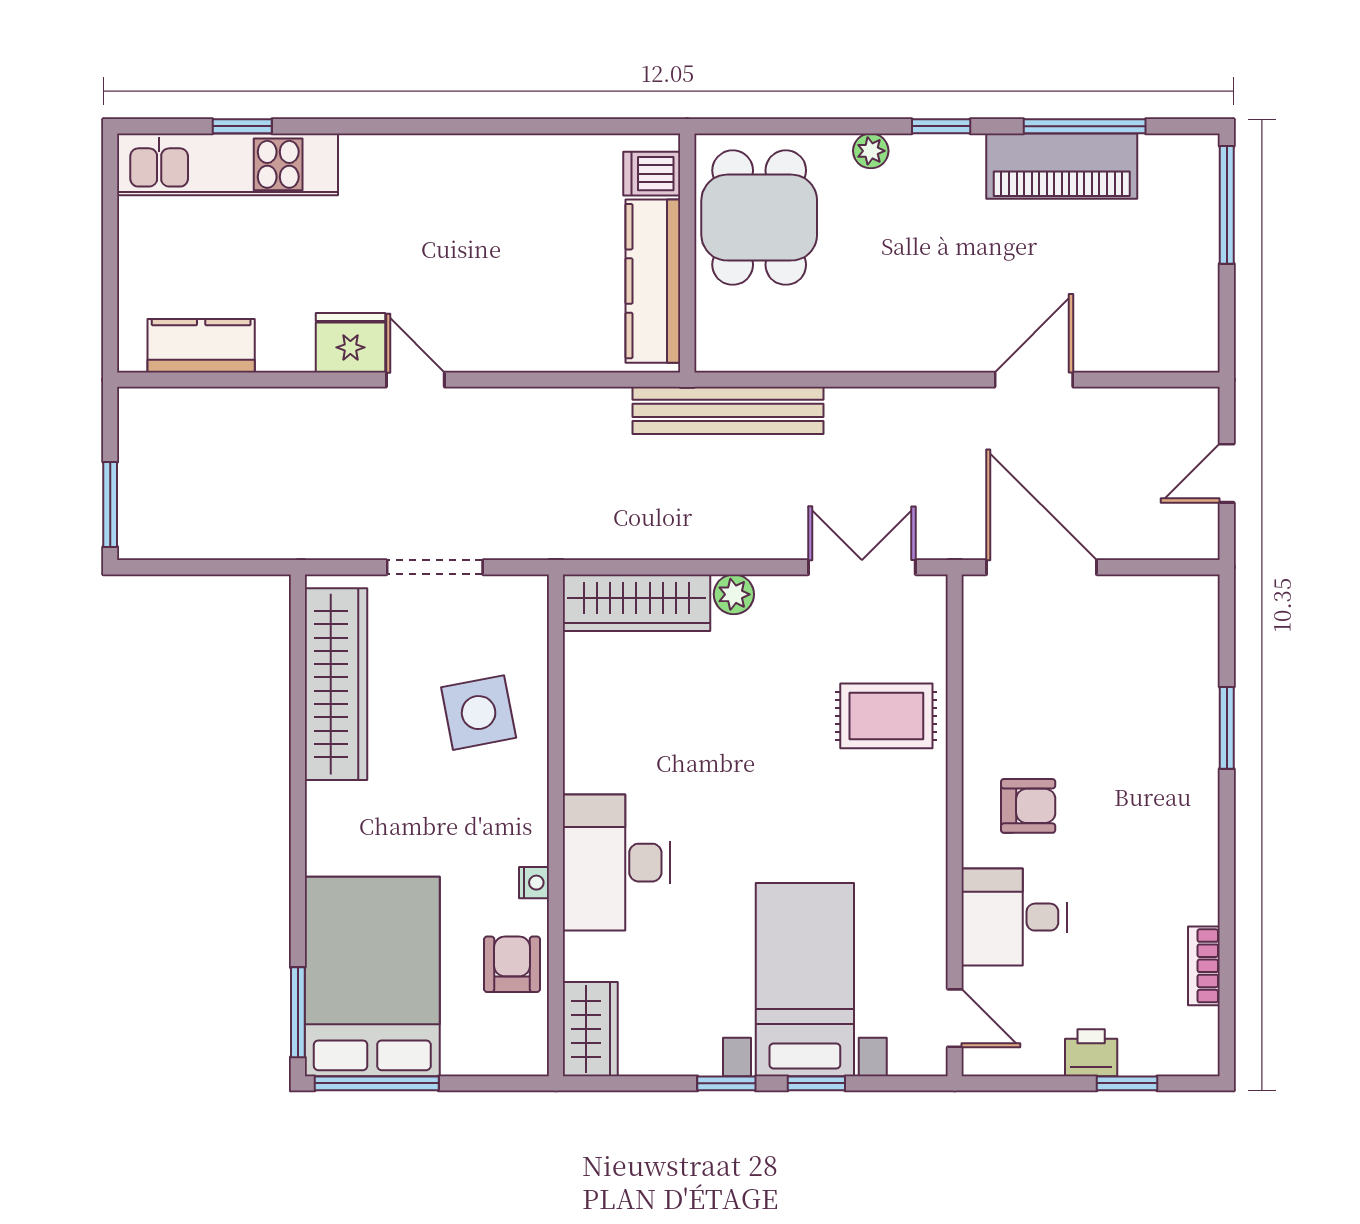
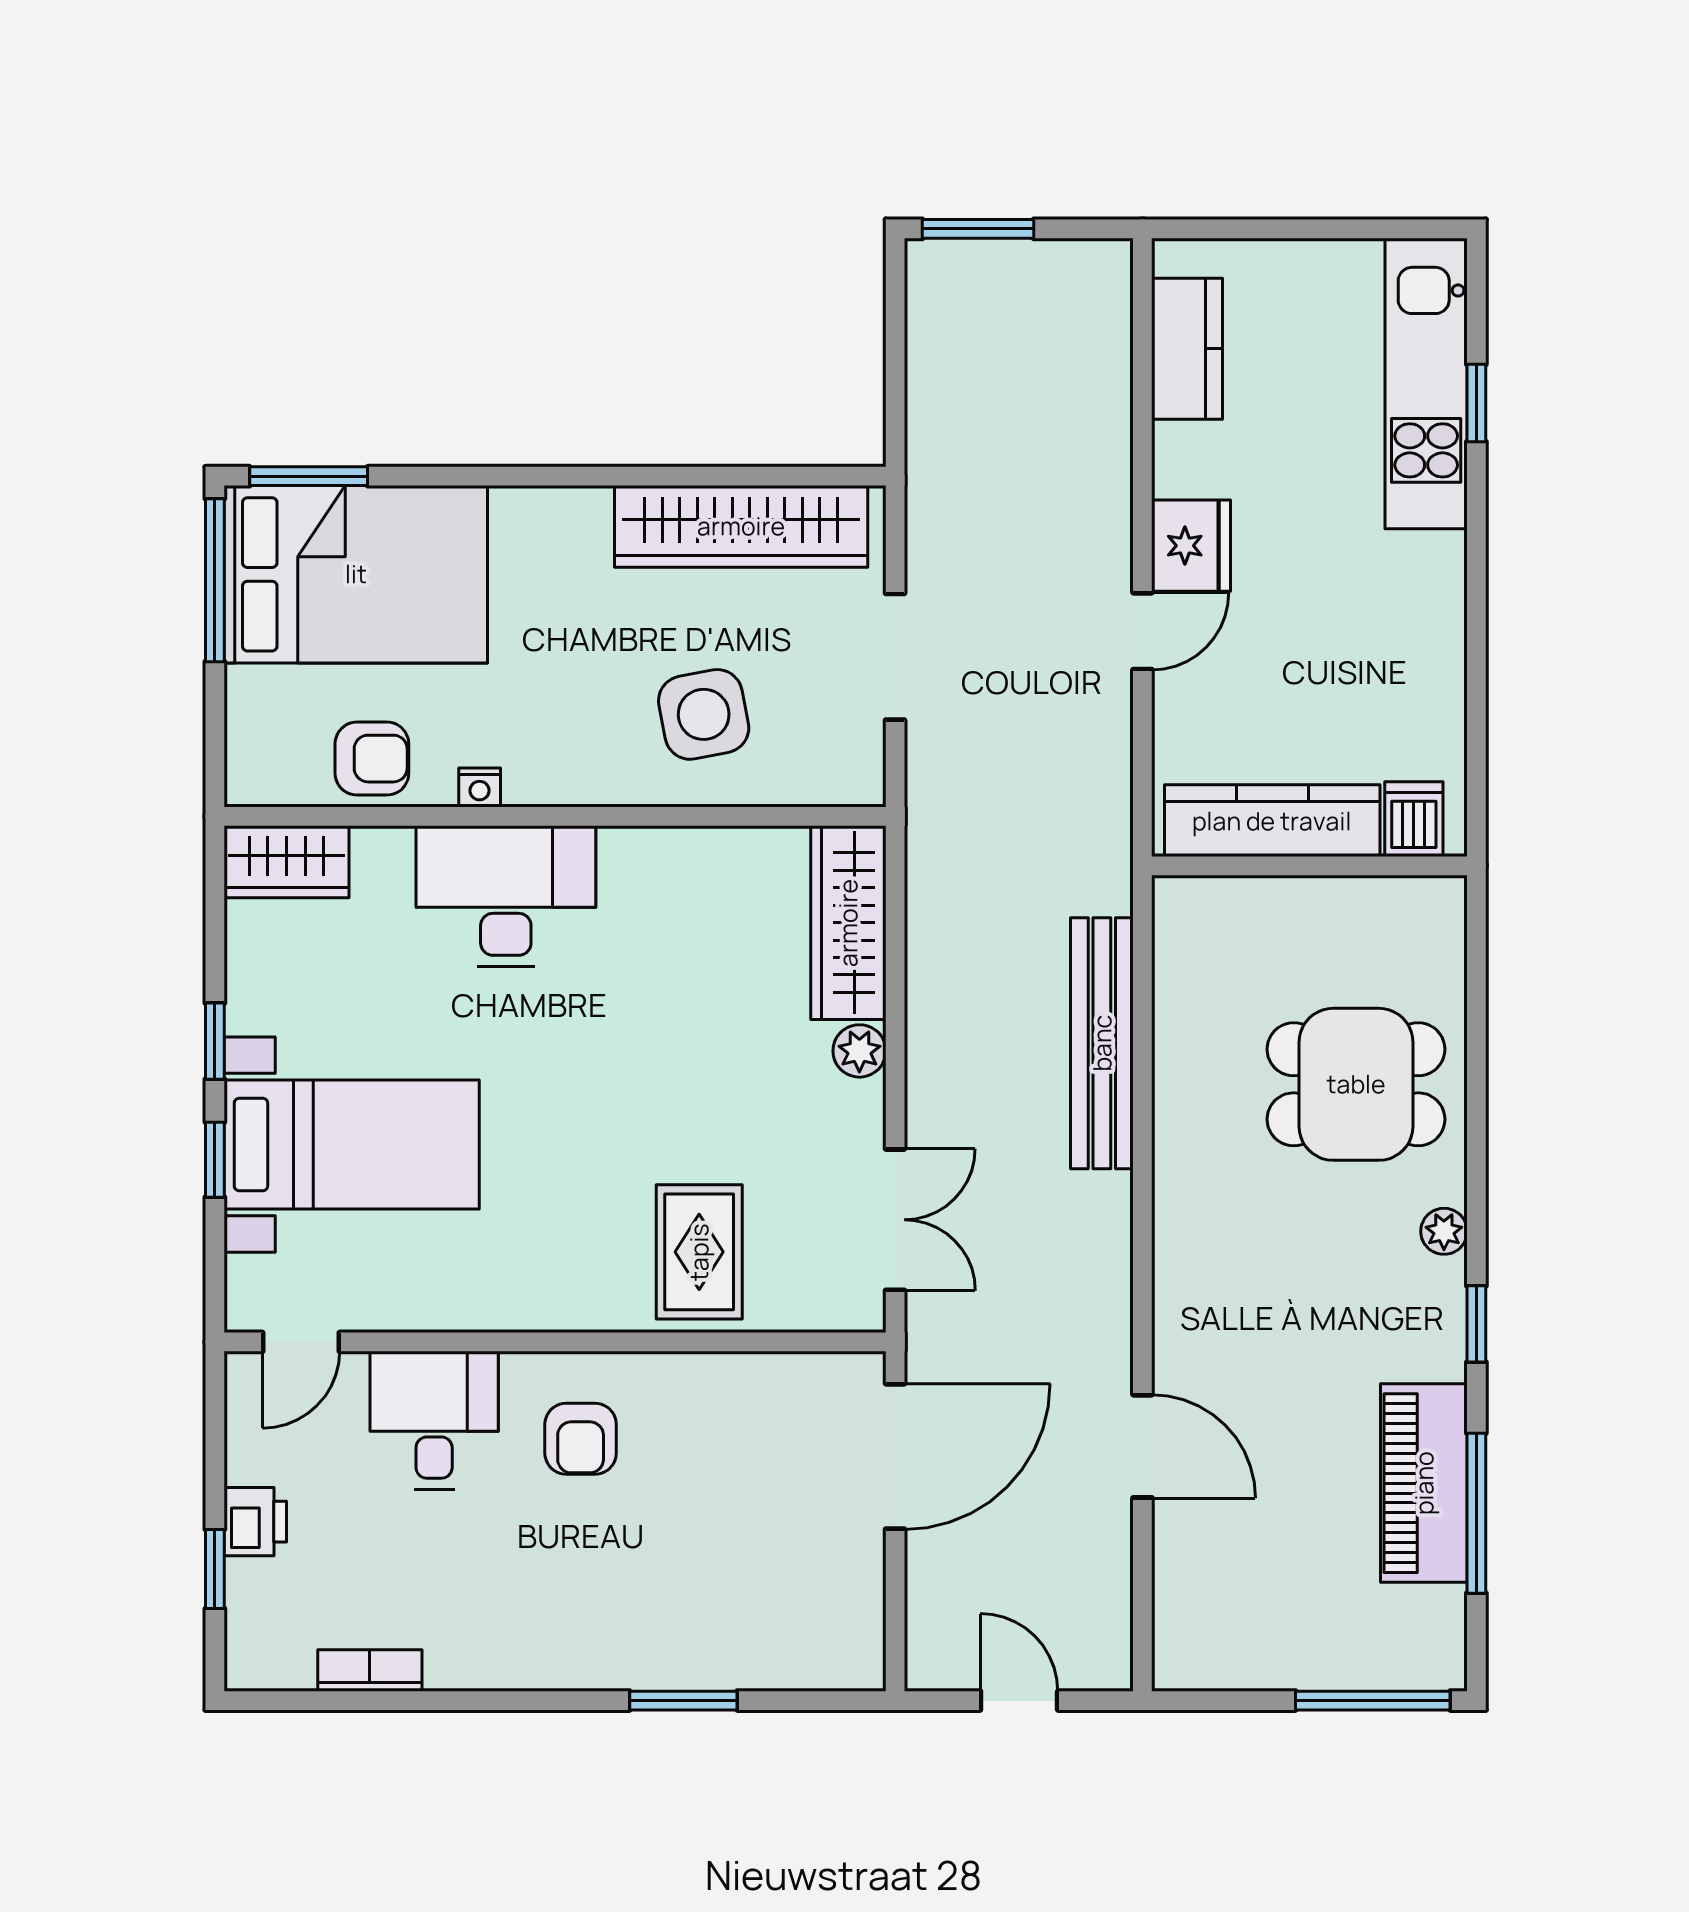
dishwasher: (652, 174) -> (1414, 819), moved
wall: (687, 253) -> (1309, 866), moved
kitchen counter: (653, 281) -> (1272, 821), moved

